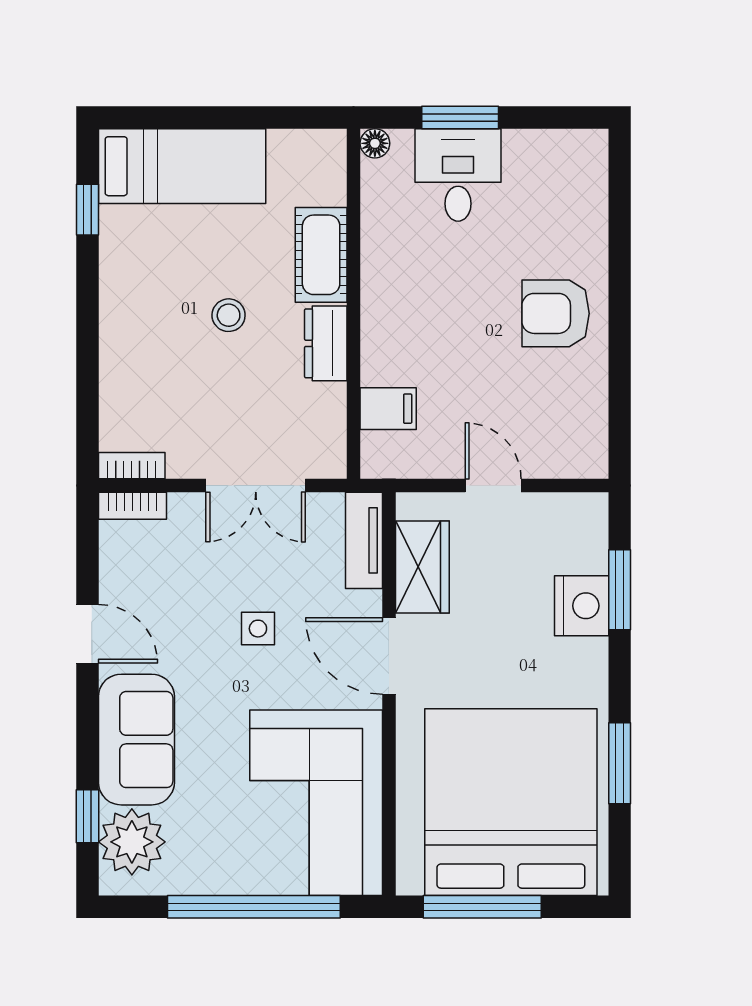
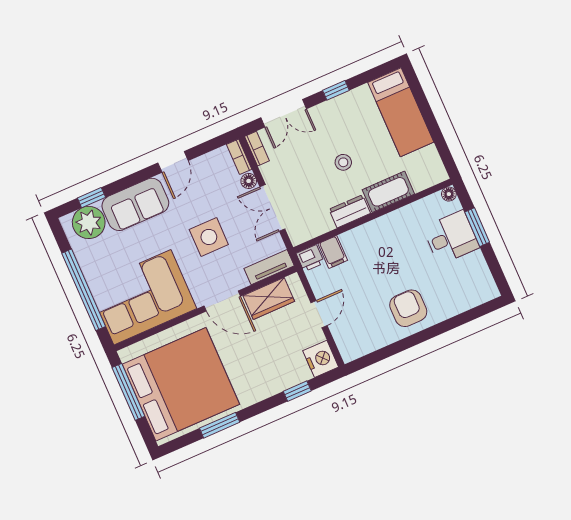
window: (87, 210) -> (336, 90), moved
double door: (87, 387) -> (284, 113), added
printer: (381, 456) -> (310, 258), added
floor lamp: (186, 508) -> (249, 181), added
window: (620, 590) -> (297, 391), width x0.67
nightstand: (582, 606) -> (321, 359), moved, turned -90
side table: (258, 629) -> (209, 237), width x1.87, depth x1.87
door: (389, 656) -> (222, 301), swing flipped

